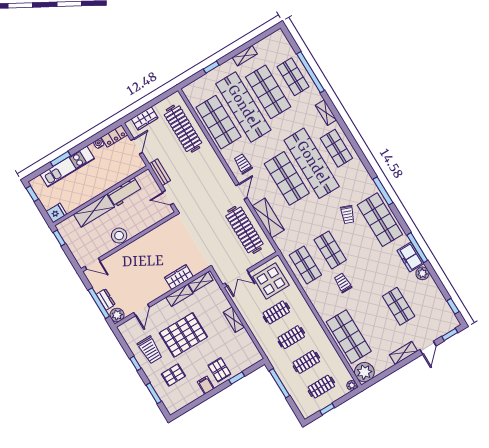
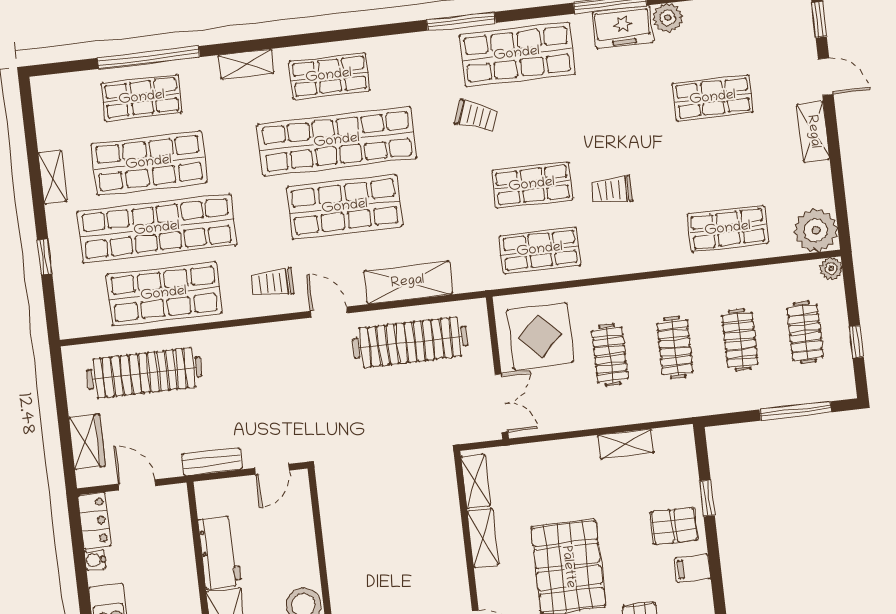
wardrobe: (179, 277) -> (445, 521), removed
shelving: (234, 320) -> (626, 444), moved
shop shelf: (349, 337) -> (728, 229), width x0.70, depth x0.74
window: (279, 383) -> (796, 411), moved

